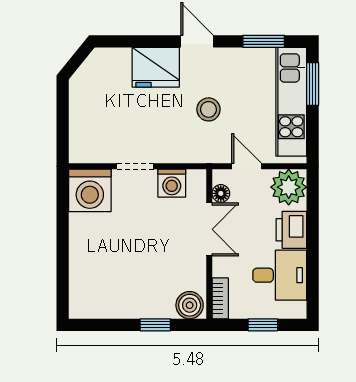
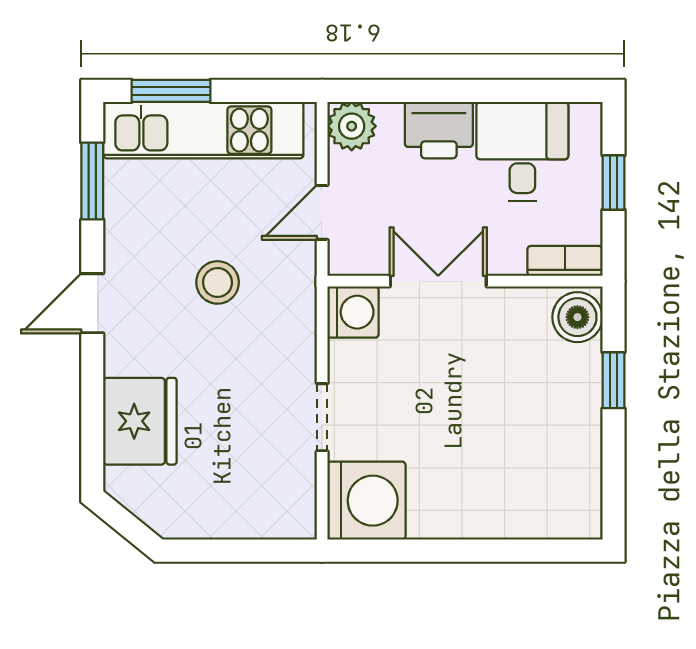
fridge: (156, 67) -> (140, 421), moved
washing machine: (172, 183) -> (353, 312), moved
plant: (289, 187) -> (352, 126), width x0.73, depth x0.73
floor lamp: (221, 193) -> (372, 260), removed

